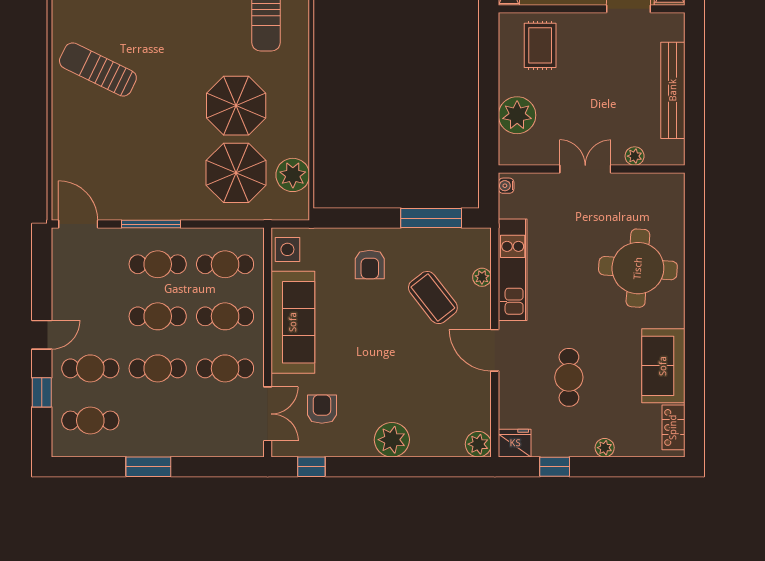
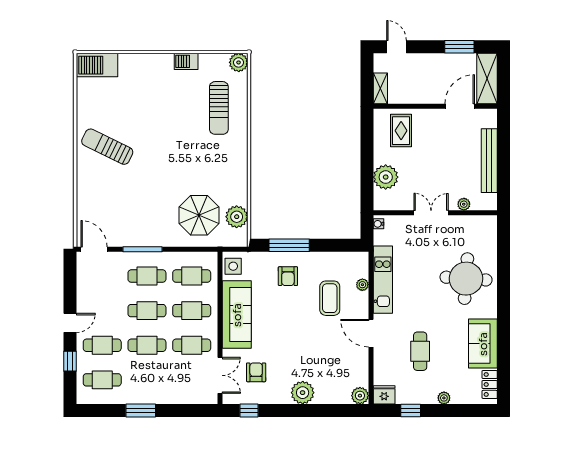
parasol: (236, 106) -> (199, 171), removed
window: (431, 218) -> (289, 245), moved
coffee table: (433, 298) -> (330, 298), turned 38

